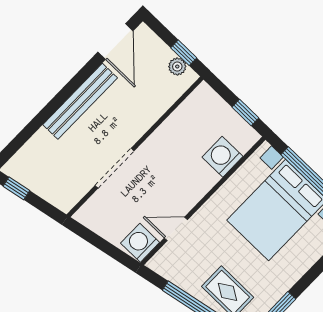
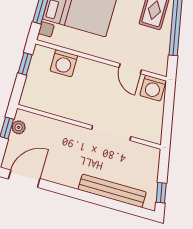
bench: (80, 101) -> (112, 191), moved

